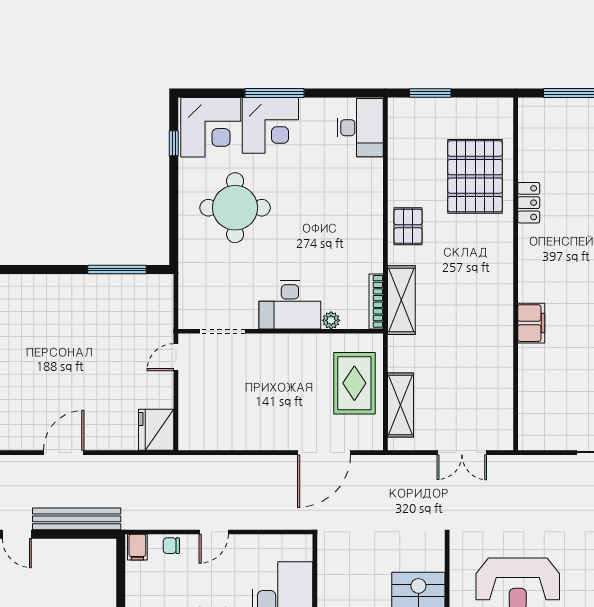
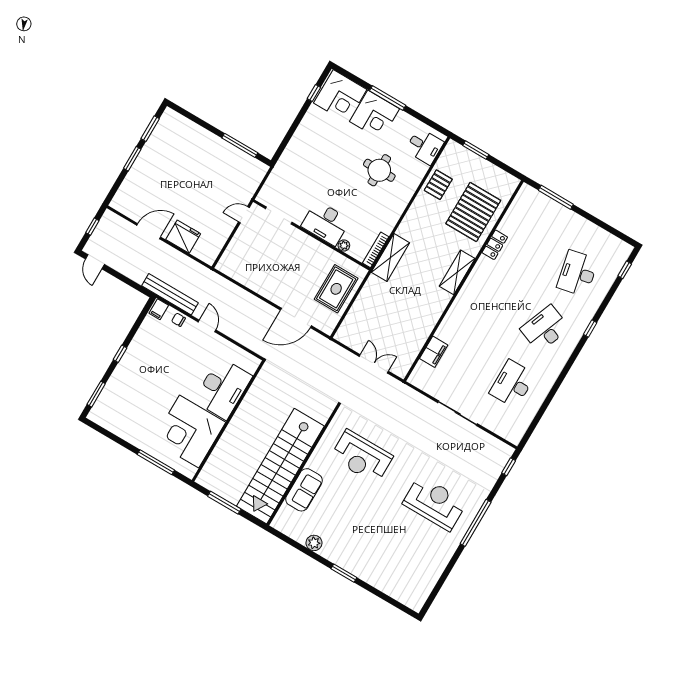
desk: (360, 128) -> (425, 146), width x0.73
round table: (235, 208) -> (379, 170), moved, width x0.73, depth x0.73
pallet: (408, 226) -> (438, 185), moved
filing cabinet: (531, 323) -> (434, 352), moved
shelving: (401, 405) -> (457, 272), moved
fridge: (156, 430) -> (183, 237), moved, turned 90
double door: (462, 453) -> (374, 364), swing flipped
bench: (77, 519) -> (170, 294), moved
door: (214, 532) -> (207, 326), swing flipped

